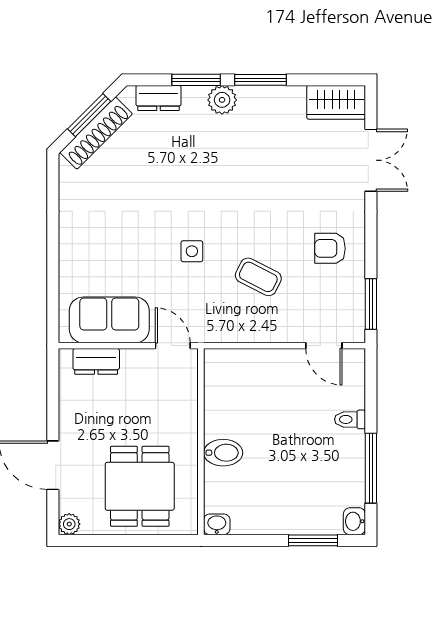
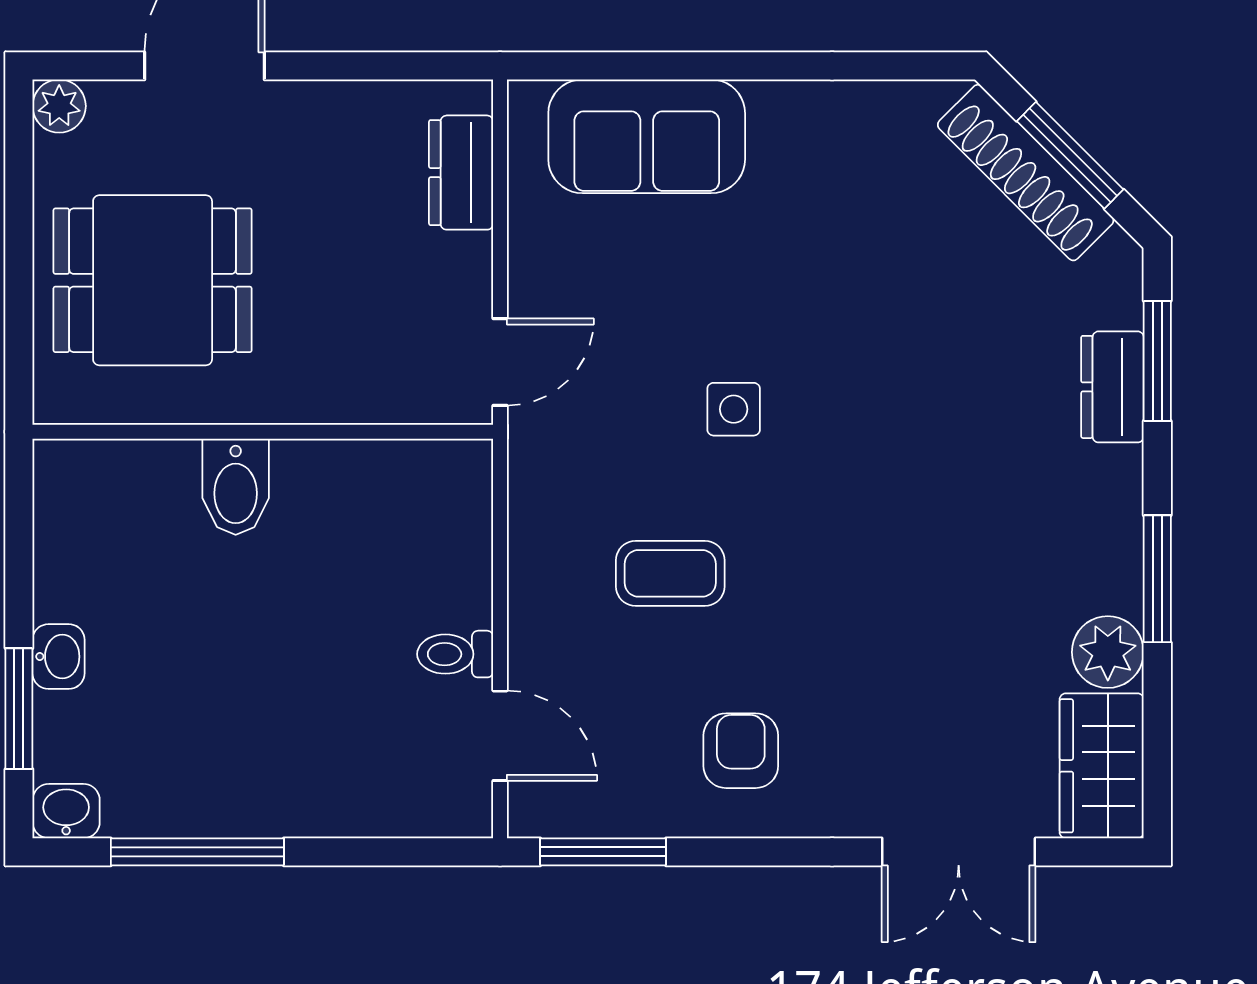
window: (196, 80) -> (1157, 361), moved
dresser: (158, 98) -> (1112, 387), moved
plant: (222, 100) -> (1108, 652), moved
coffee table: (258, 277) -> (670, 573), turned 63
sofa: (109, 320) -> (647, 136), moved, turned 90
door: (324, 346) -> (500, 736), swing flipped
toilet: (350, 419) -> (455, 654), moved, turned -90
washbasin: (217, 524) -> (59, 657), moved

